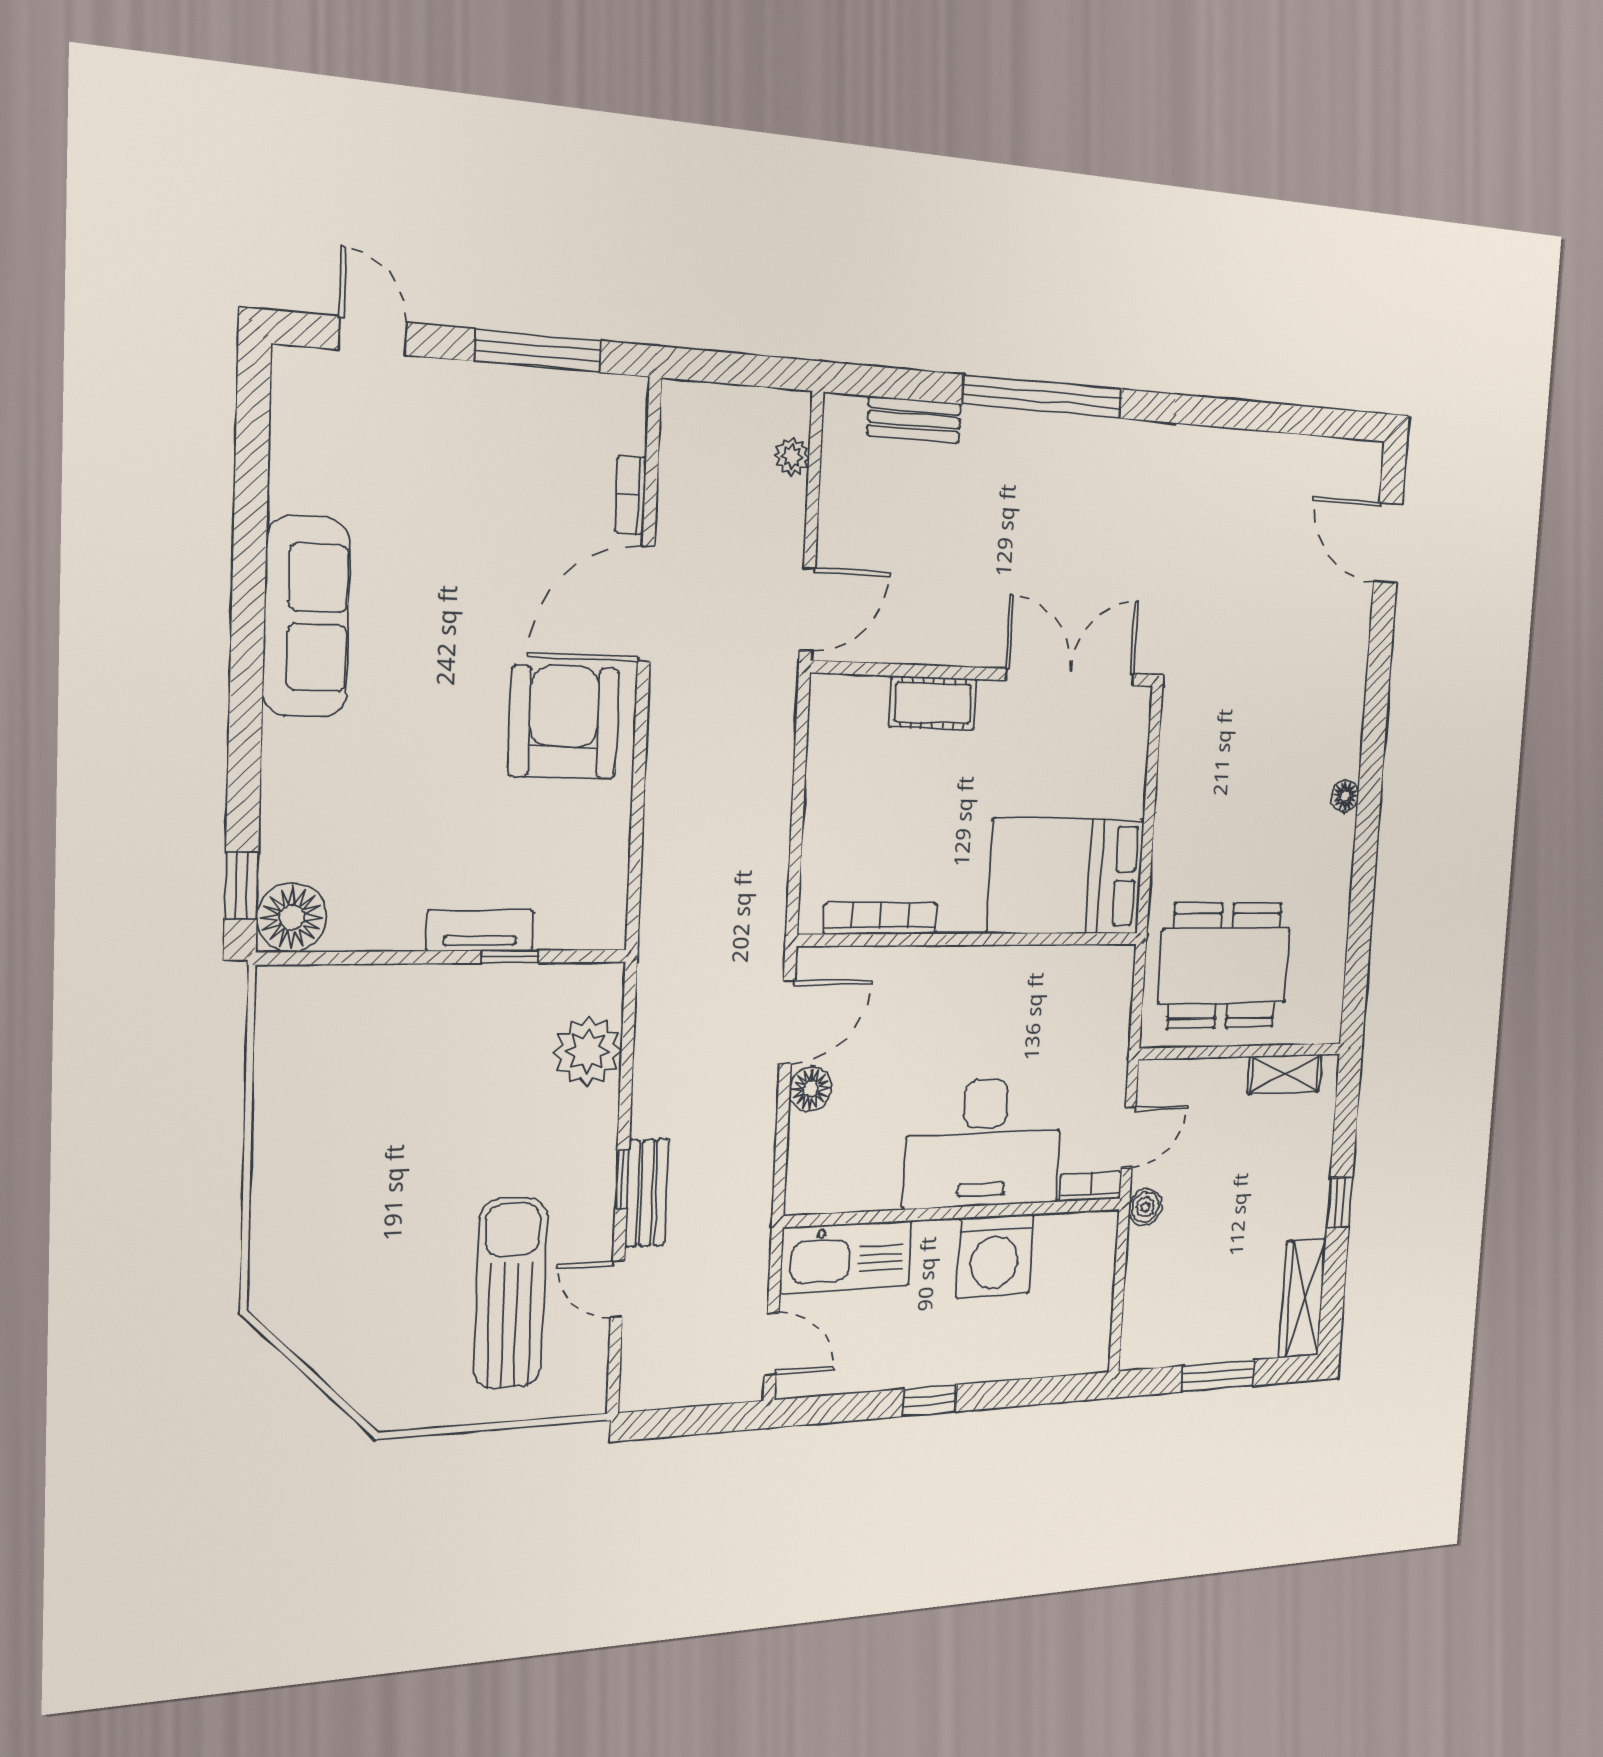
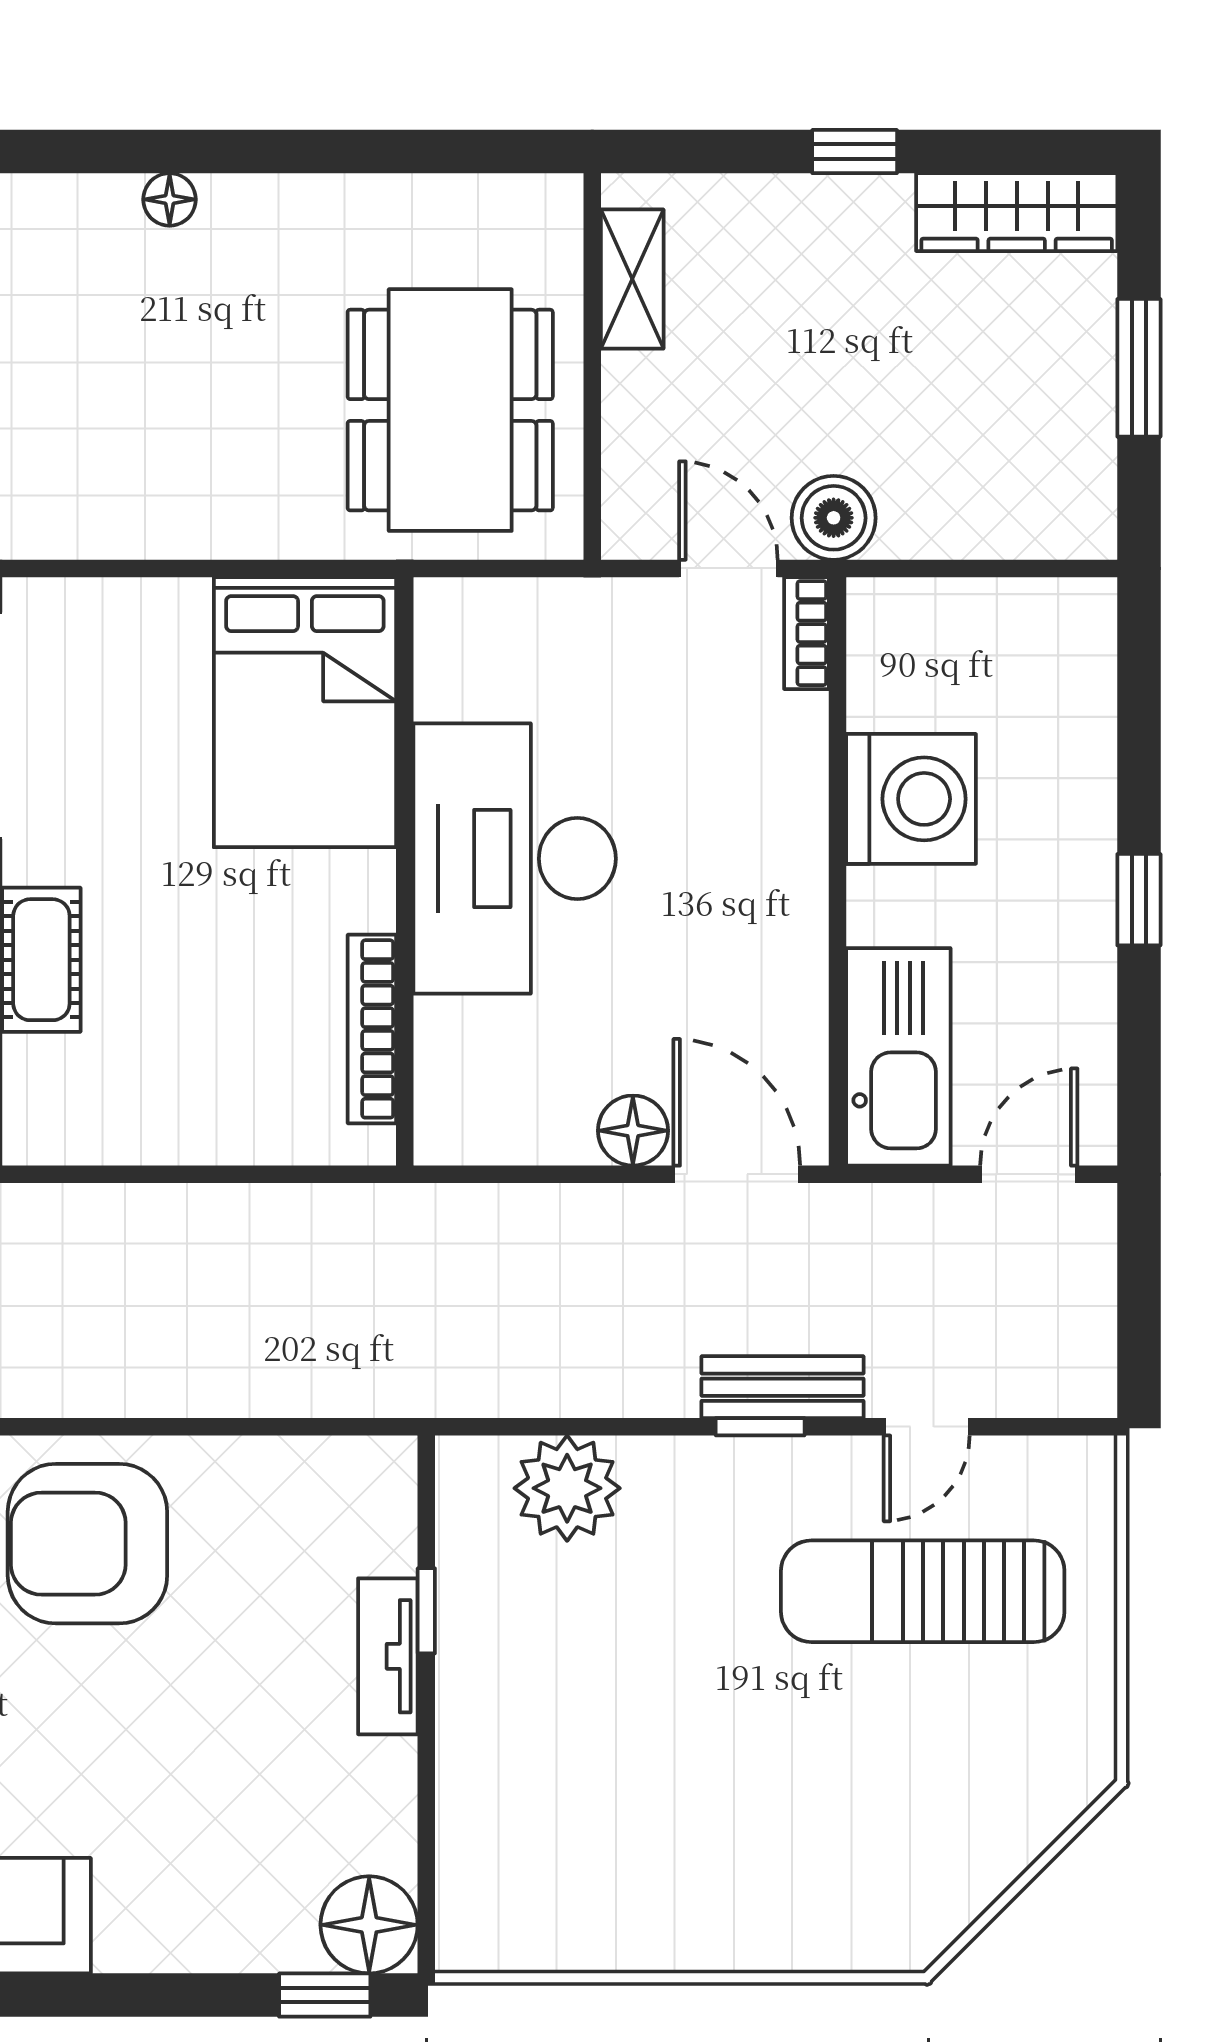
door: (787, 1022) -> (737, 1174), moved
desk: (984, 1143) -> (515, 859), moved, turned 180
boiler: (1145, 1207) -> (834, 518), width x1.36, depth x1.36

